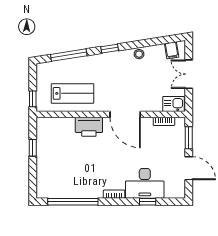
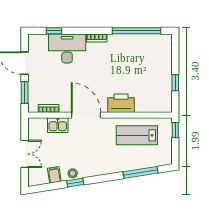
window: (110, 49) -> (75, 183), moved
filing cabinet: (172, 50) -> (54, 175), moved
kitchen sink: (174, 104) -> (58, 125), moved
window: (148, 202) -> (54, 31), moved

